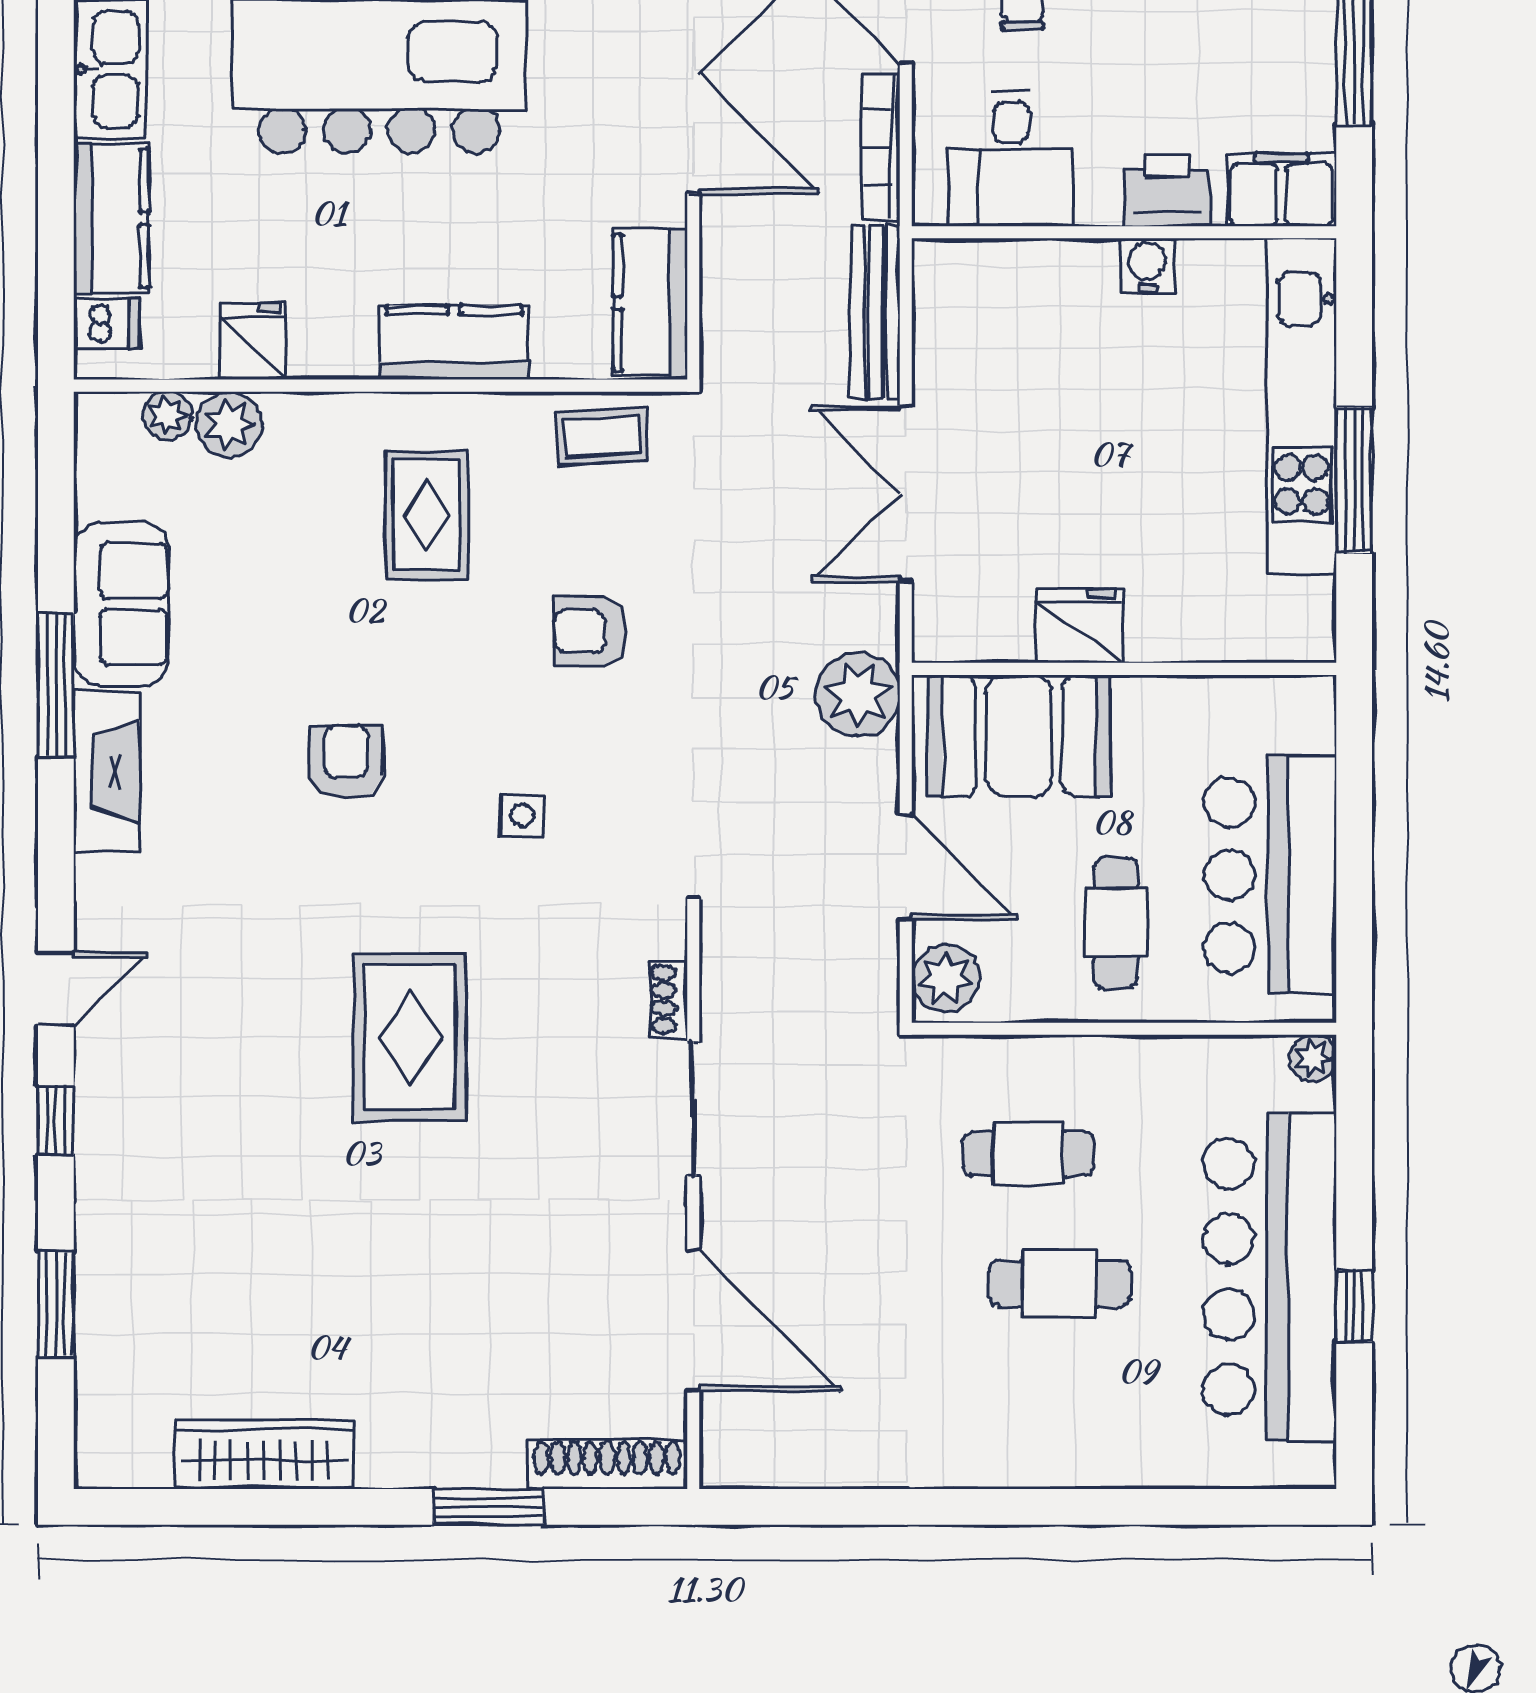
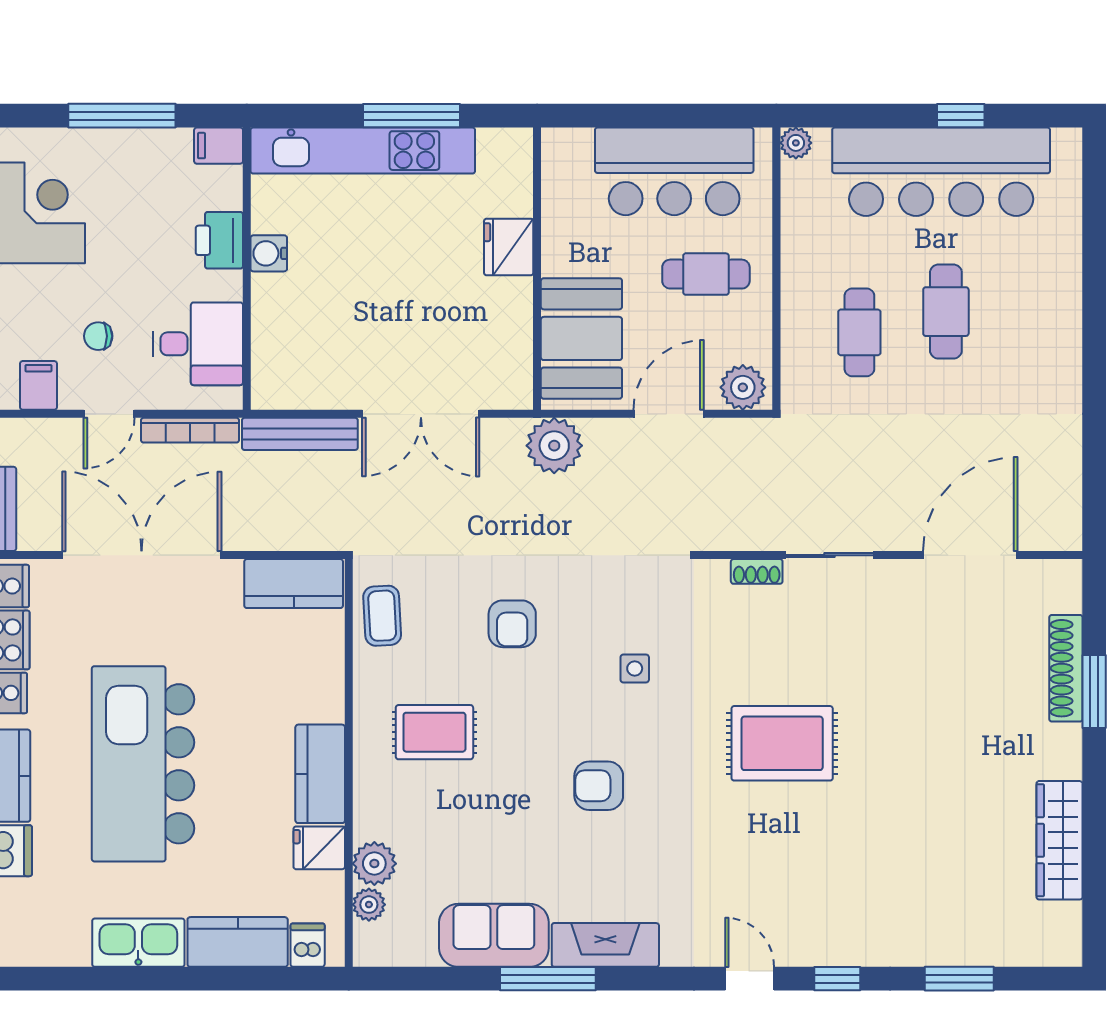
filing cabinet: (1282, 190) -> (219, 146), width x0.50
kitchen counter: (454, 343) -> (320, 774), moved
fridge: (1079, 626) -> (509, 247), moved
shoe rack: (607, 1464) -> (1066, 668), moved

